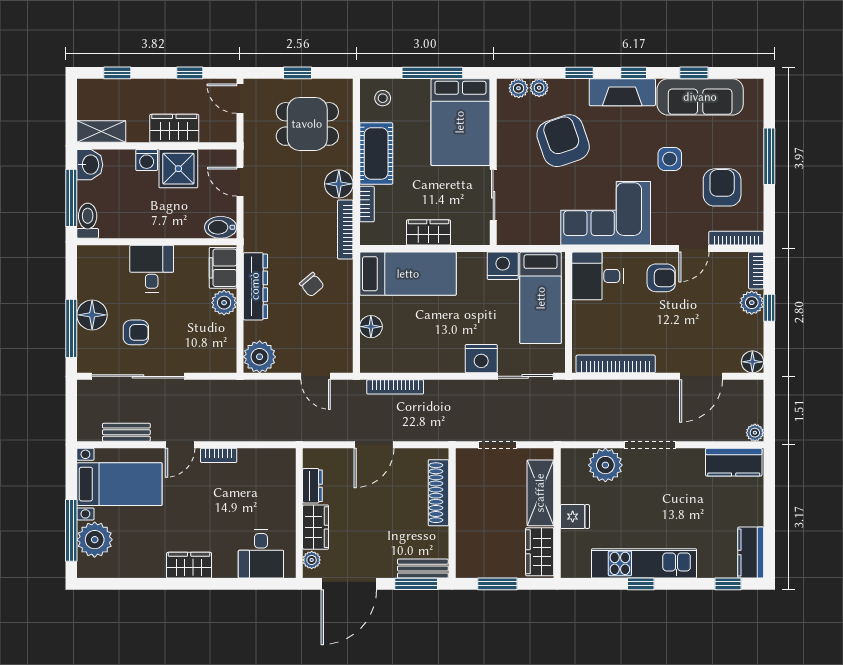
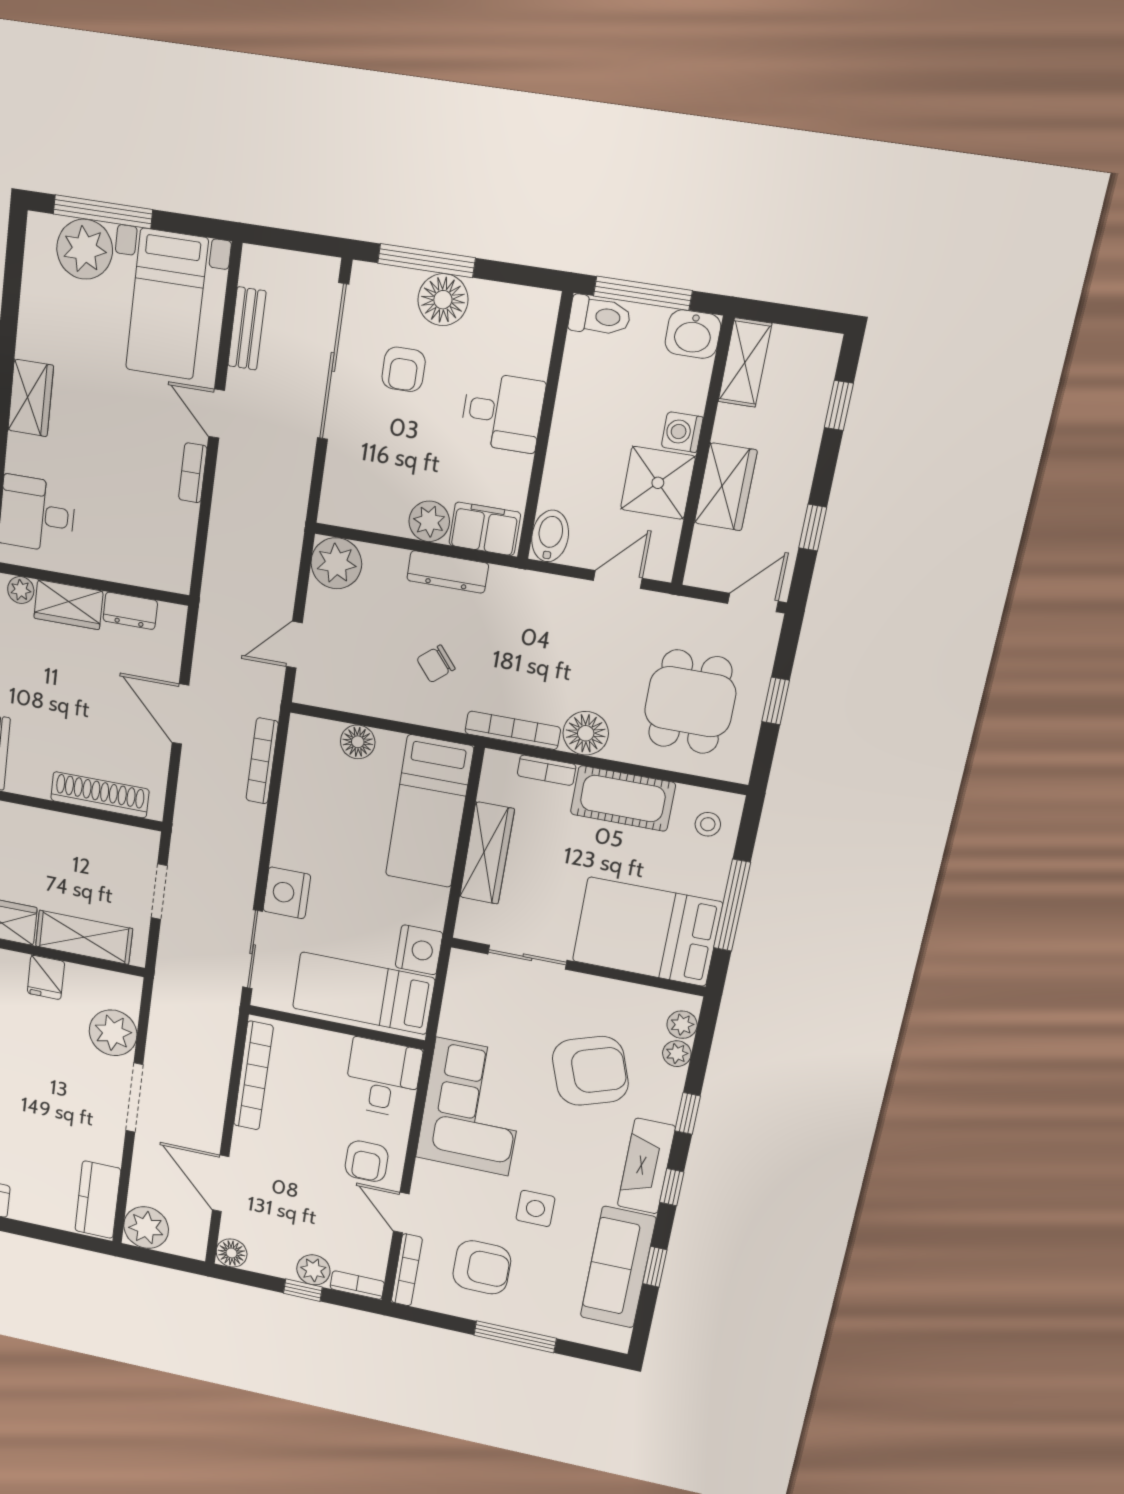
wardrobe: (428, 232) -> (487, 853), width x1.50
dresser: (255, 286) -> (448, 572), width x0.73, depth x0.80
plant: (755, 433) -> (146, 1228), width x1.87, depth x1.87

